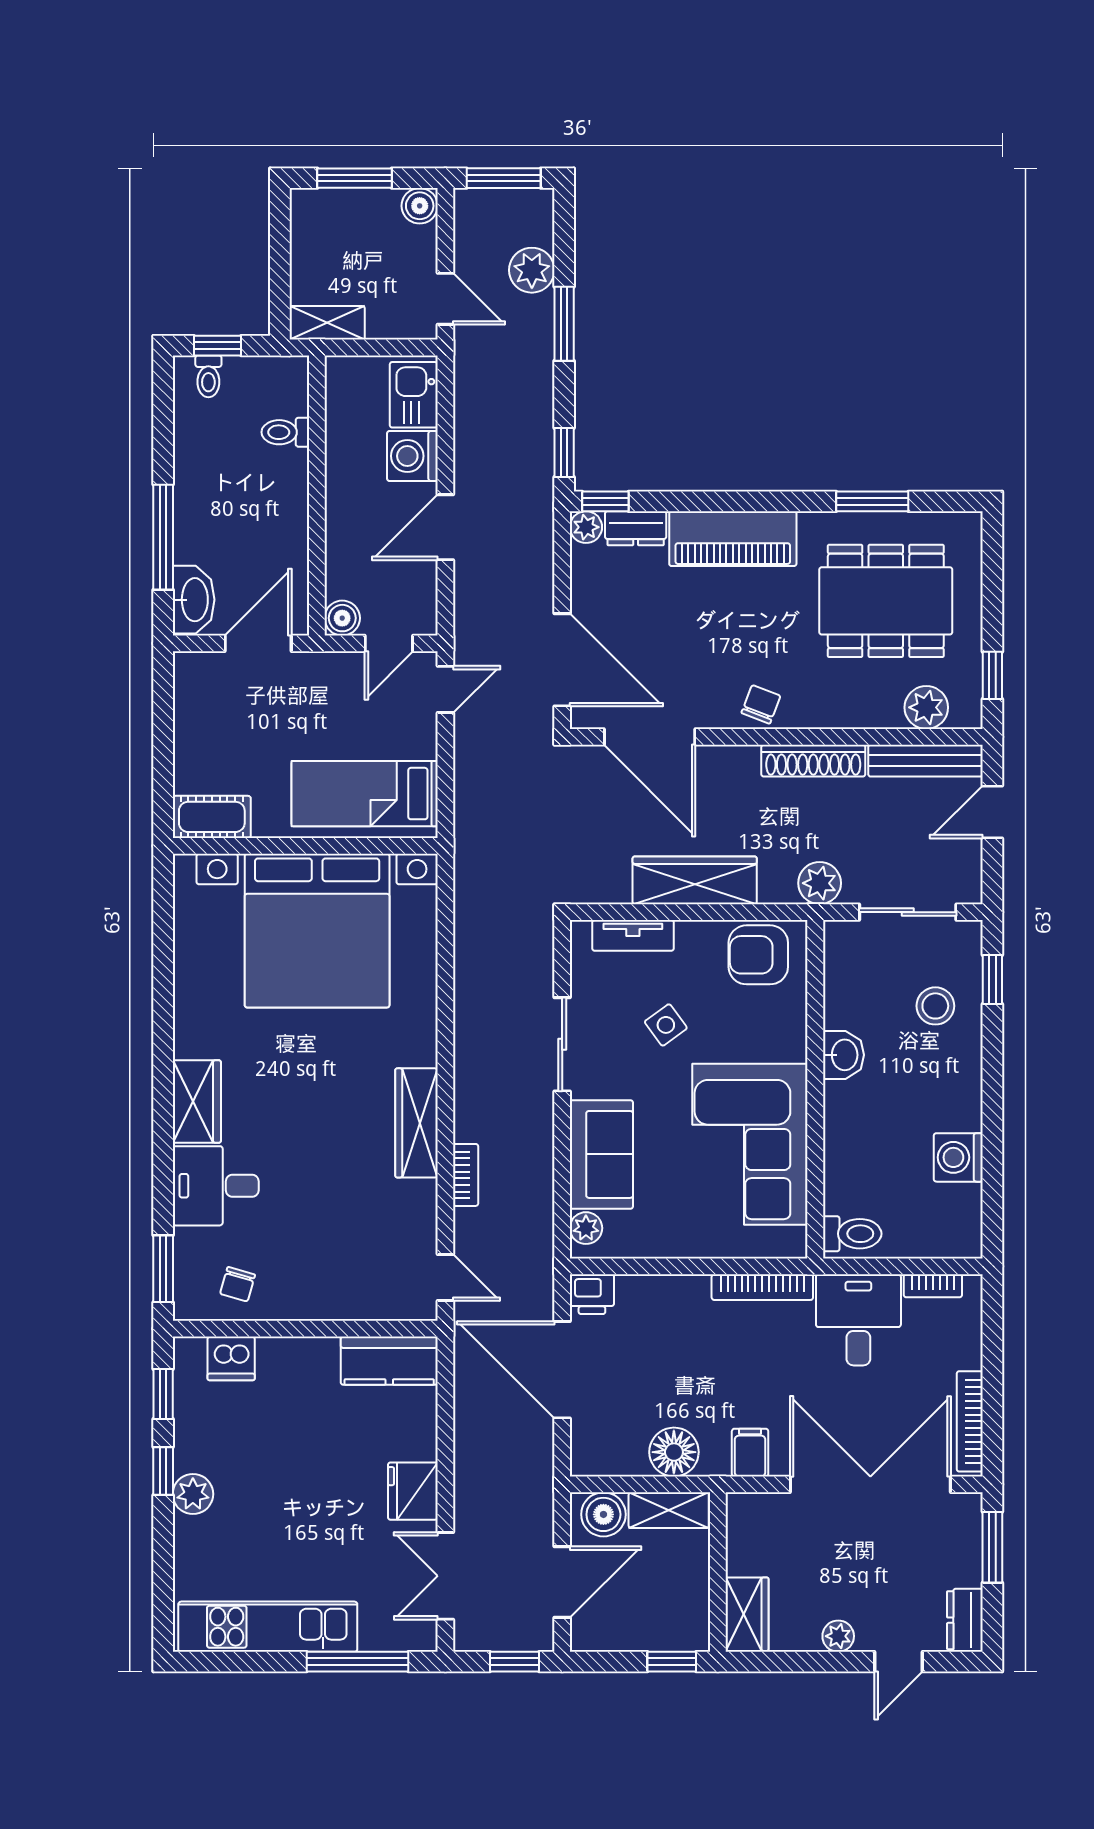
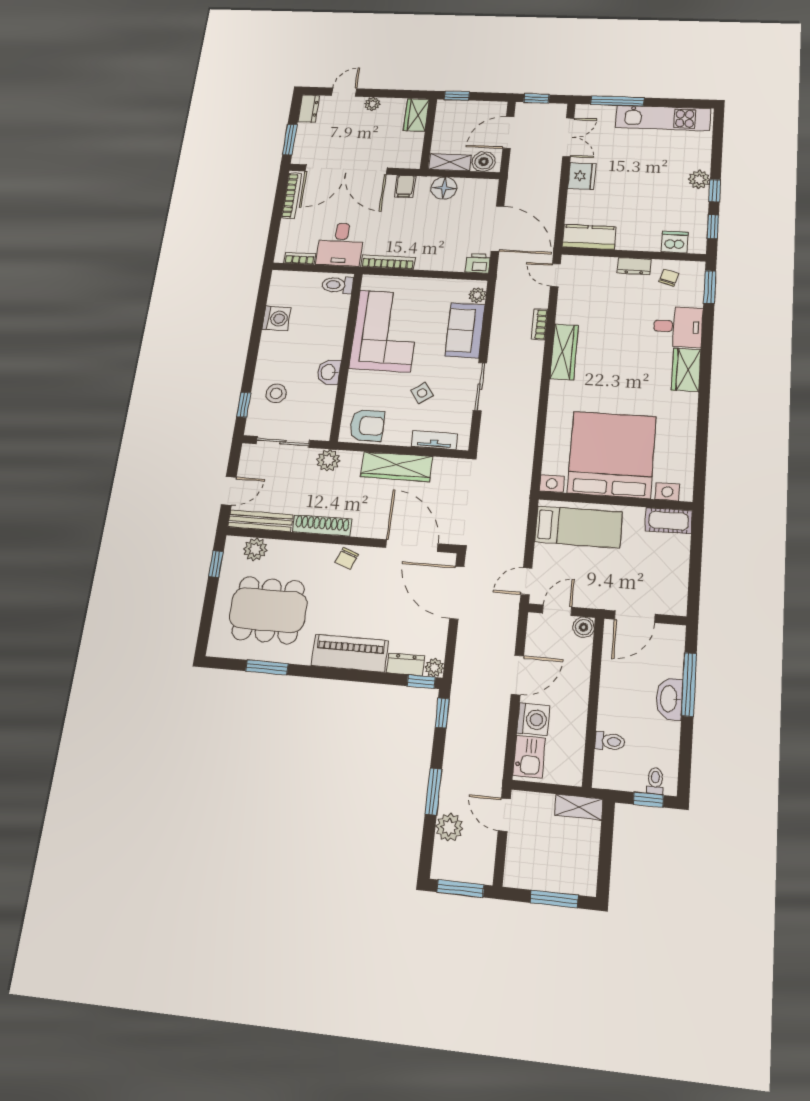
boiler: (420, 206) -> (515, 876), removed
washbasin: (194, 600) -> (669, 699), moved
dresser: (302, 1304) -> (634, 266), added

